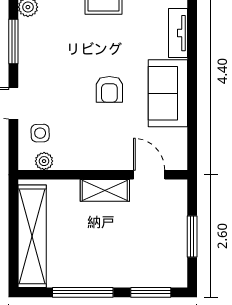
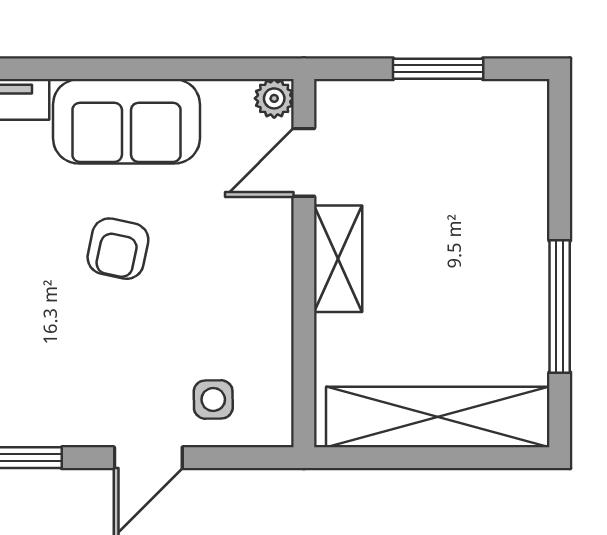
armchair: (109, 89) -> (118, 249), turned 102
plant: (44, 161) -> (274, 98), moved
window: (151, 292) -> (560, 159), removed

